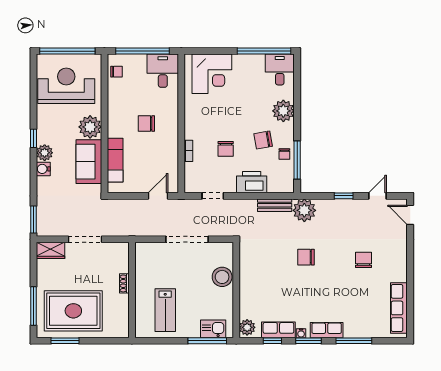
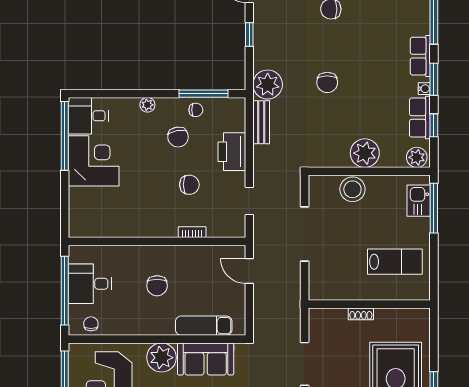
desk: (163, 71) -> (90, 284), moved
corner desk: (212, 74) -> (94, 161), moved
plant: (283, 111) -> (147, 105), width x0.53, depth x0.53
plant: (250, 287) -> (365, 153), added

